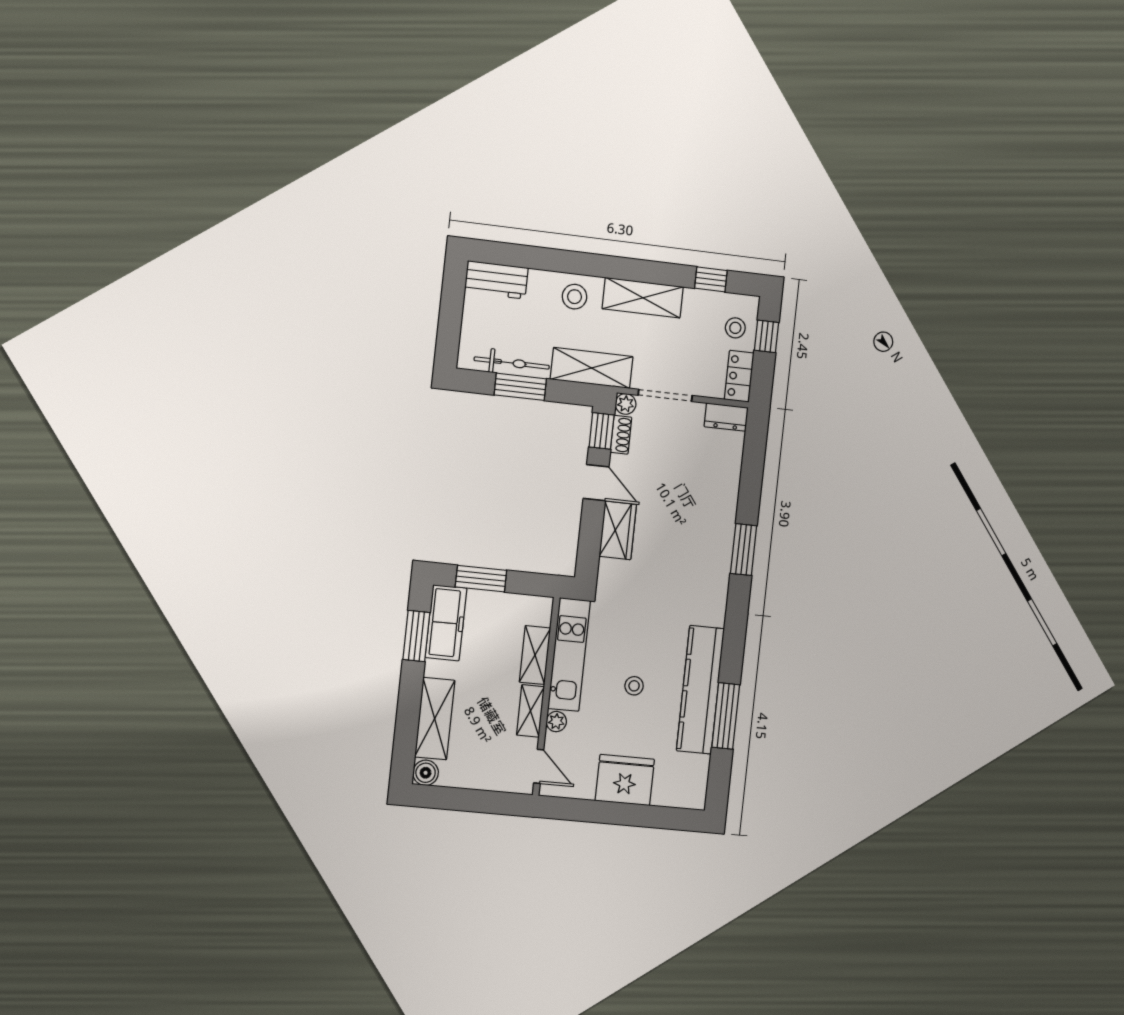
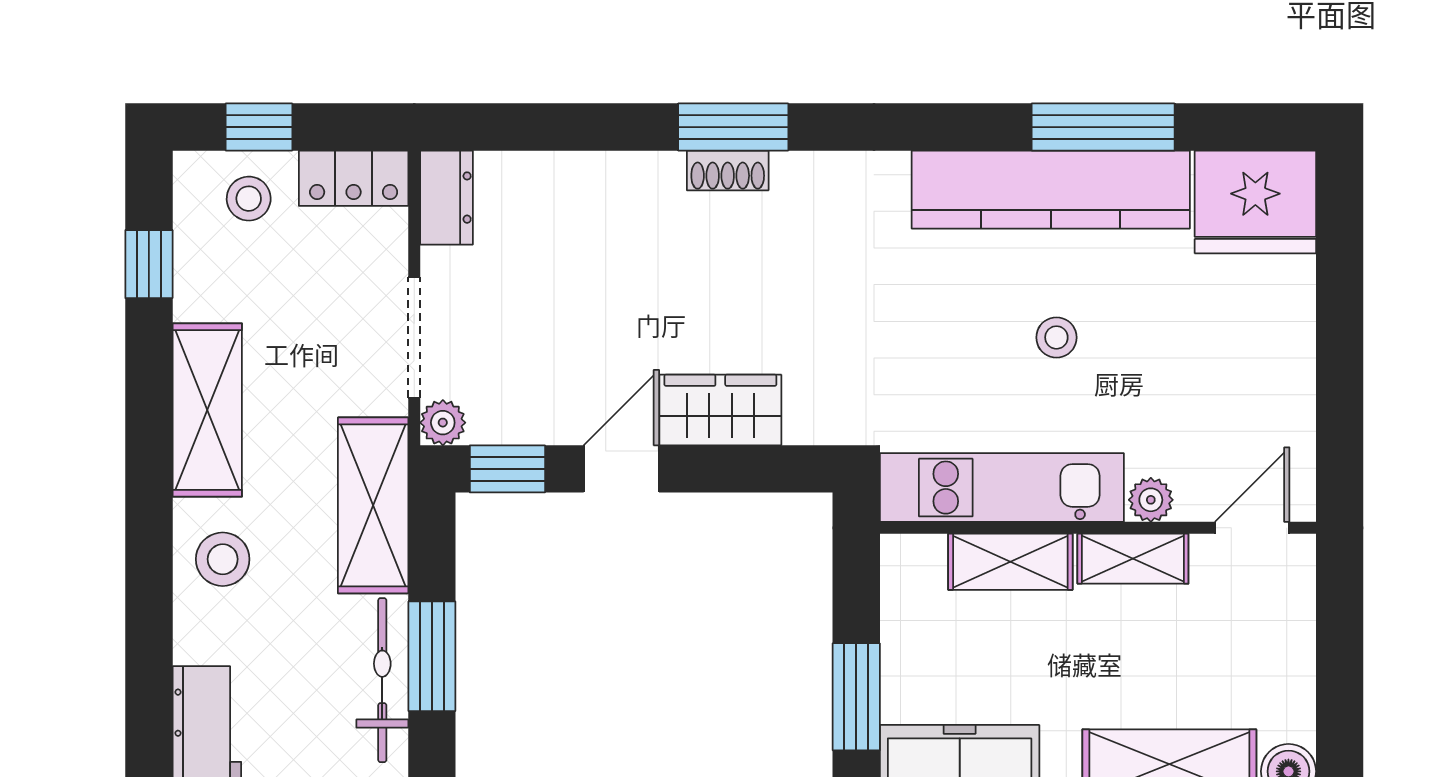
shoe rack: (621, 435) -> (728, 170), moved, turned 180
fridge: (625, 780) -> (1255, 202), moved, turned -90

